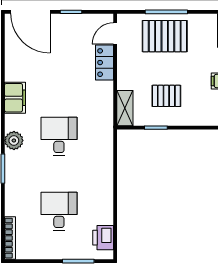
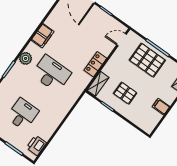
locker: (105, 63) -> (95, 64), moved
desk: (59, 136) -> (51, 74), width x1.37

